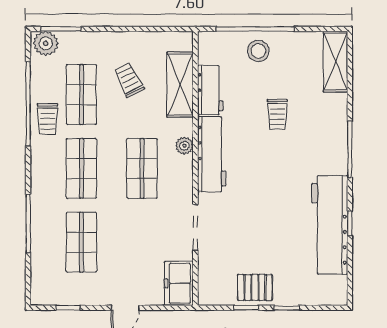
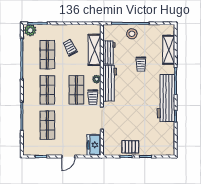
shelving: (335, 62) -> (169, 50), moved
trolley: (48, 119) -> (93, 97), moved
workbench: (330, 225) -> (166, 98), moved

